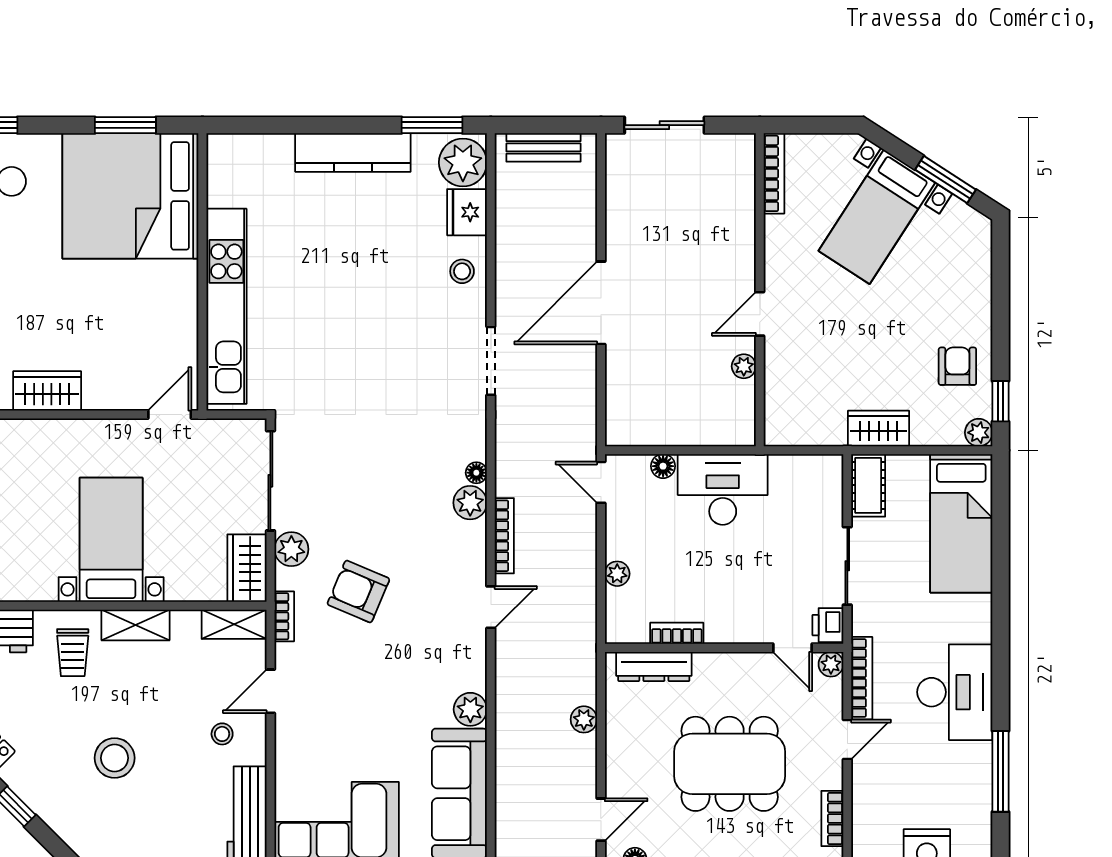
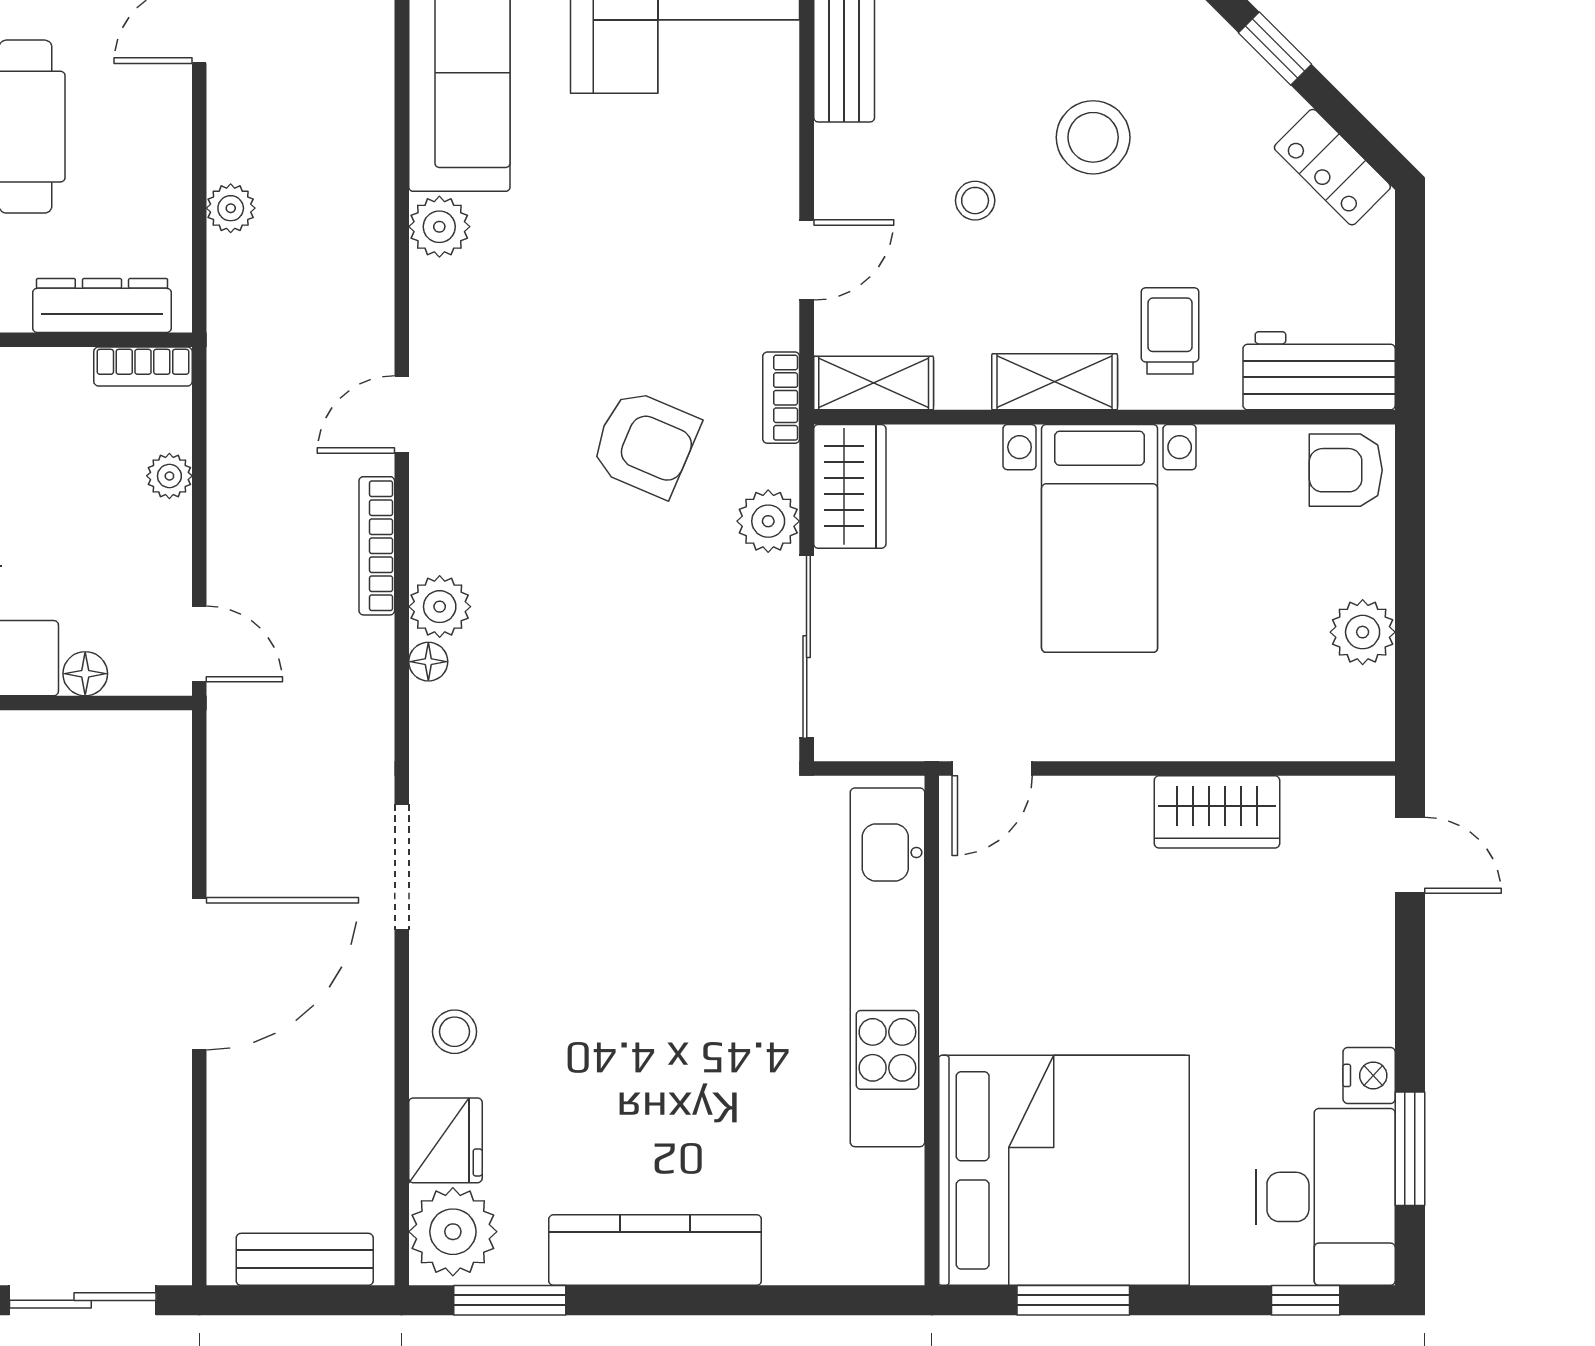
bookcase: (677, 633) -> (143, 366), moved
stool: (222, 734) -> (975, 201), moved

